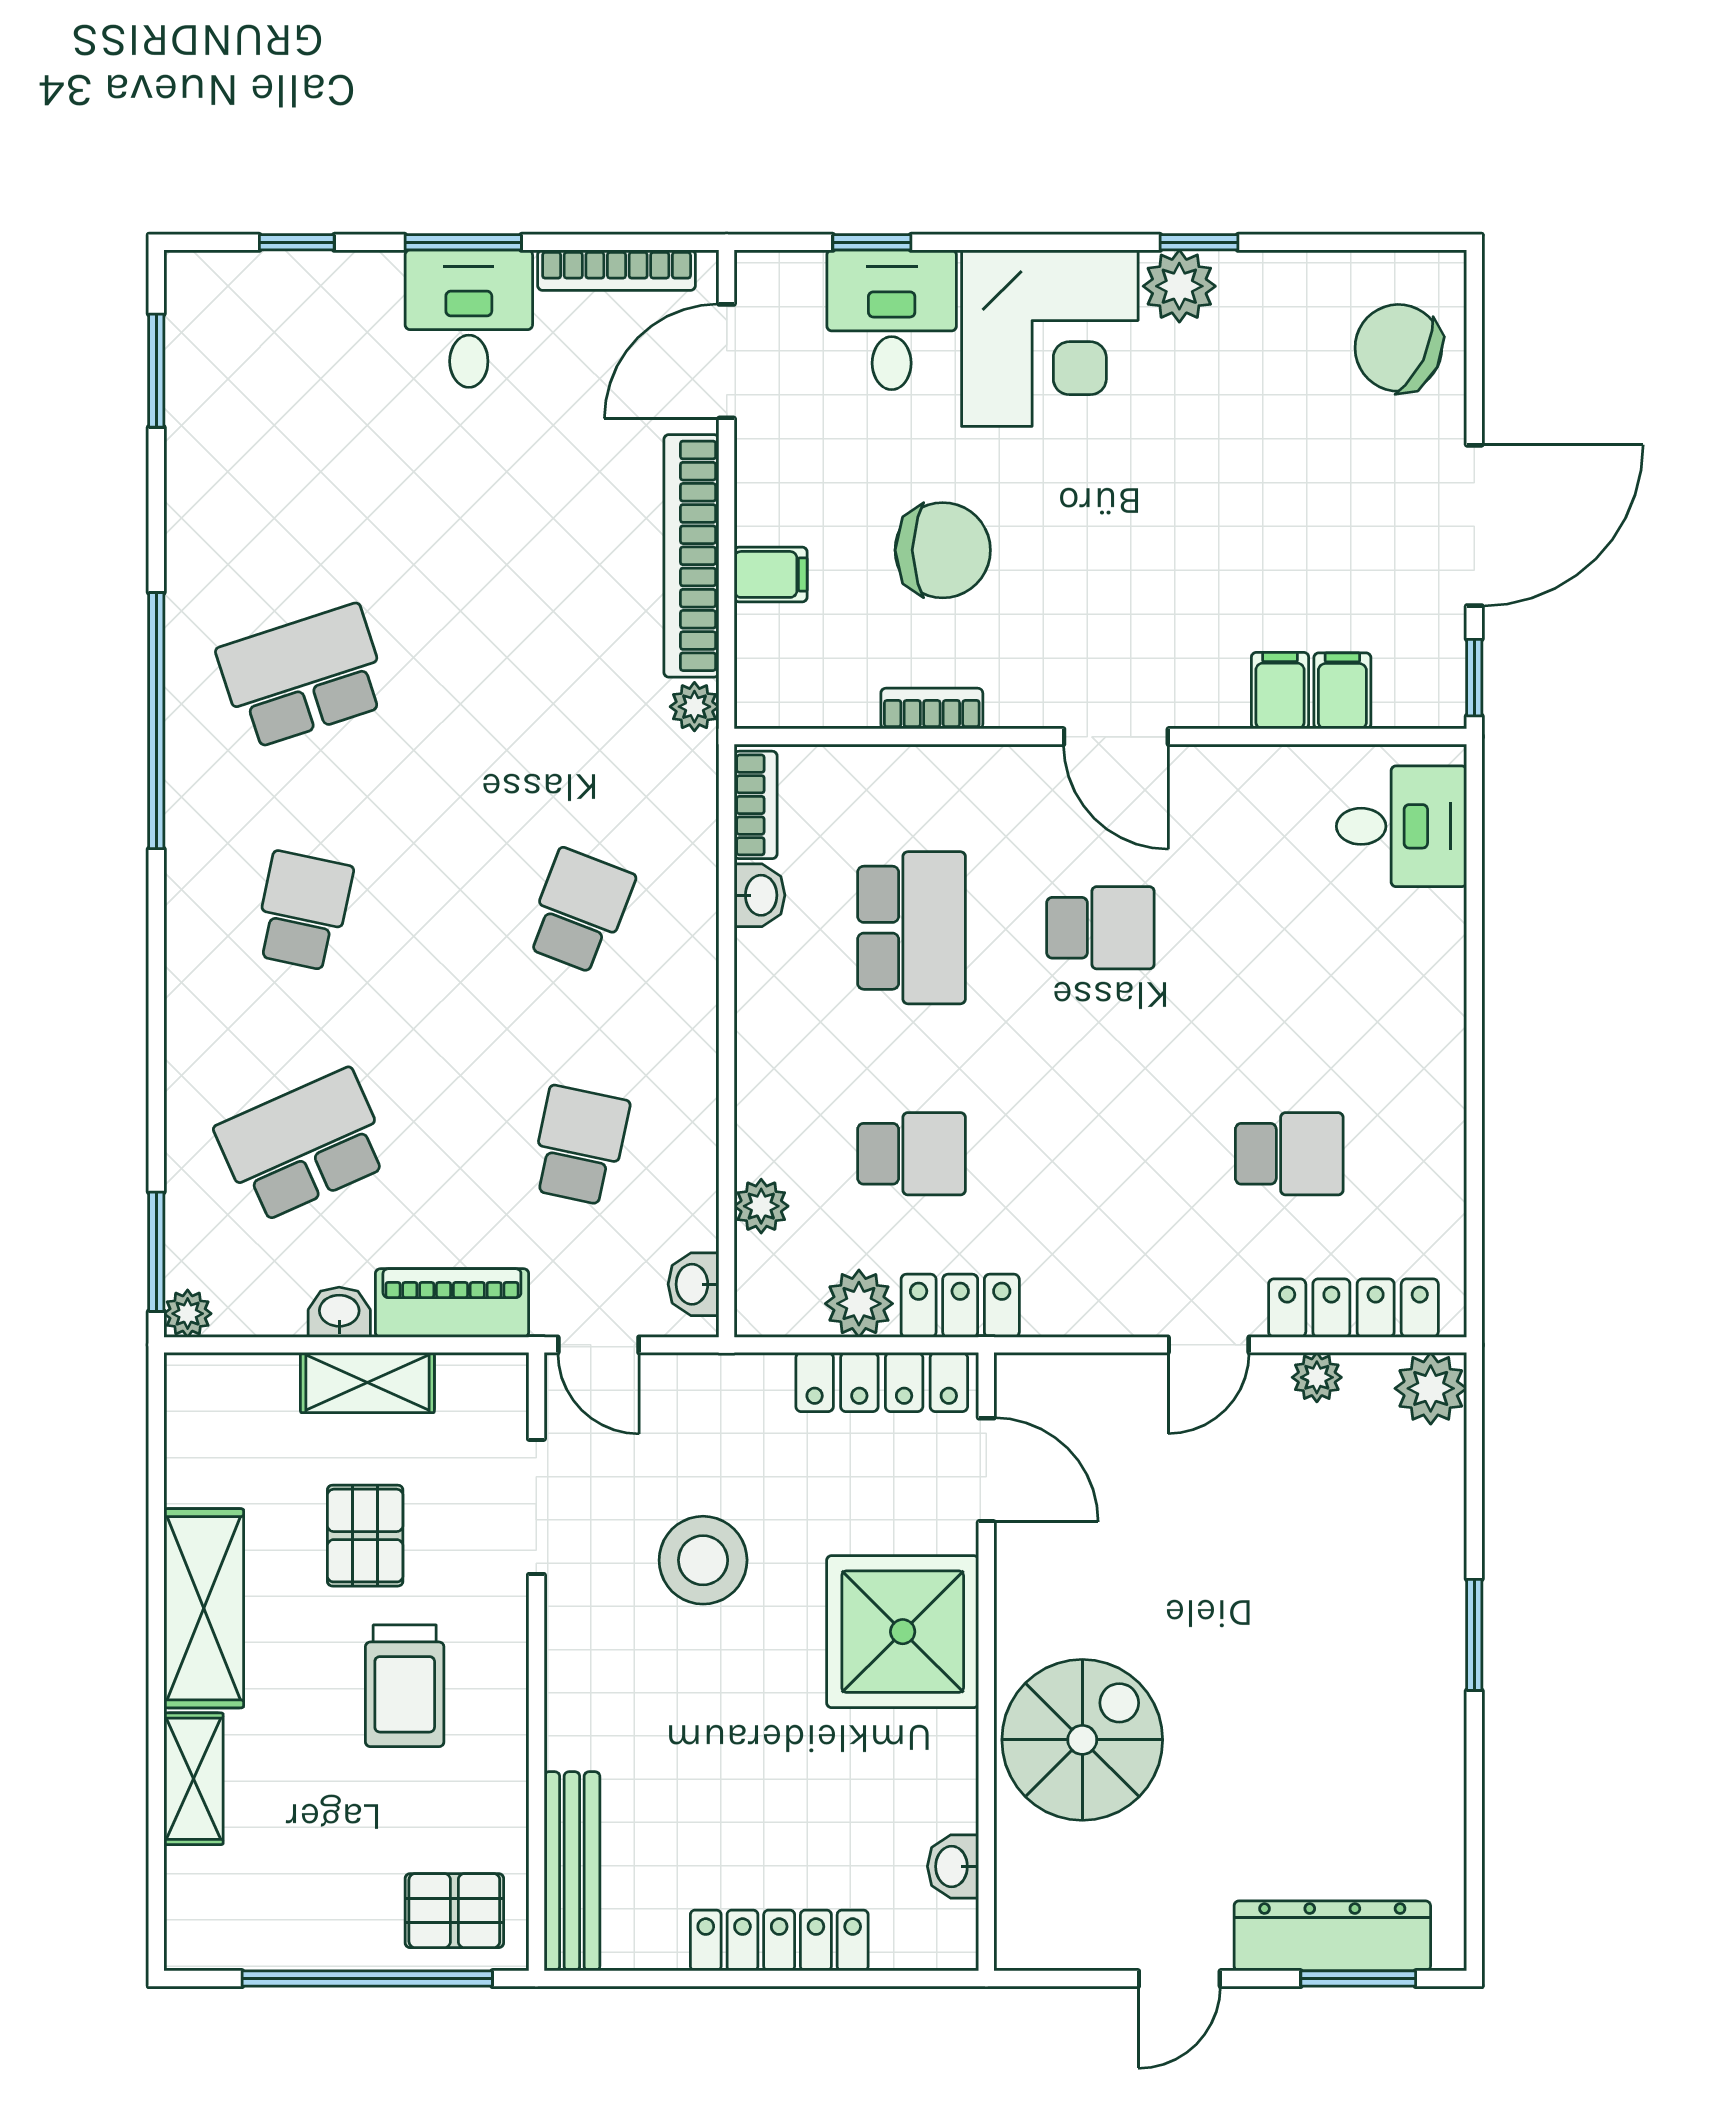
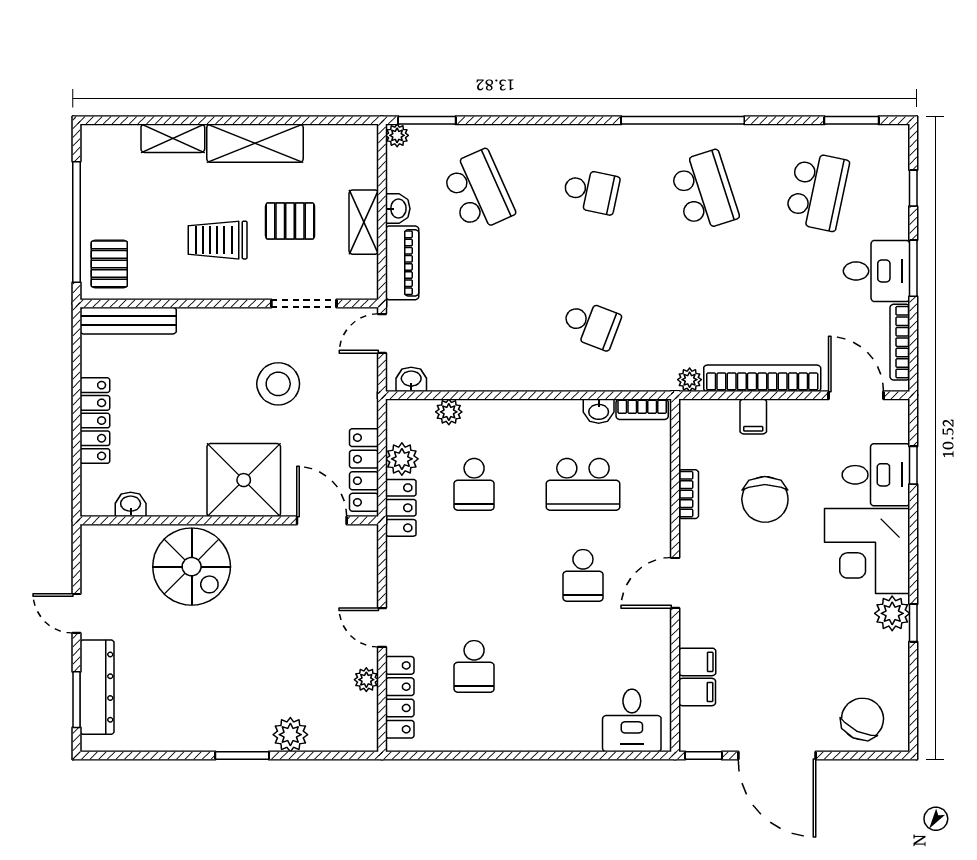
school desk: (580, 1145) -> (817, 191), moved, width x1.85
plant: (1431, 1388) -> (290, 735), moved
door: (986, 1470) -> (322, 520), swing flipped

